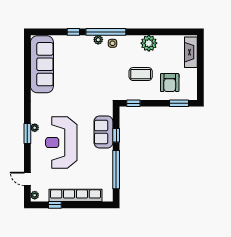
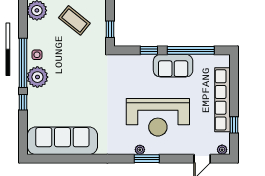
plant: (98, 40) -> (37, 77), width x1.87, depth x1.87
coffee table: (141, 74) -> (74, 20), turned -51
sofa: (103, 132) -> (173, 66), moved

